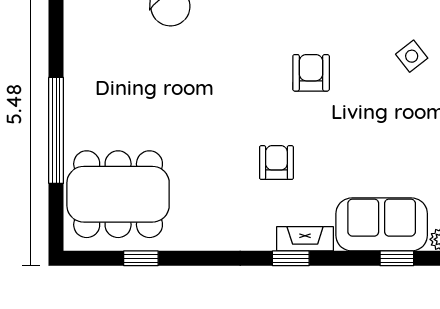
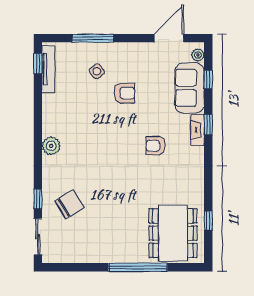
armchair: (311, 73) -> (124, 93), moved, turned 180
window: (291, 258) -> (208, 125), moved

